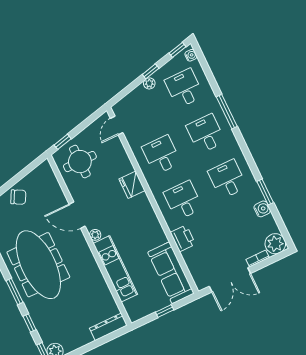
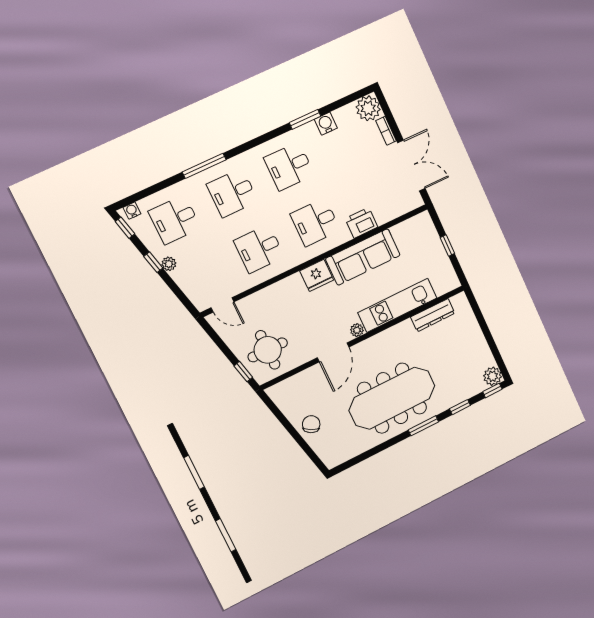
fridge: (132, 185) -> (317, 275), moved
sofa: (171, 273) -> (363, 257), moved
dresser: (108, 327) -> (433, 315), moved, turned -90

